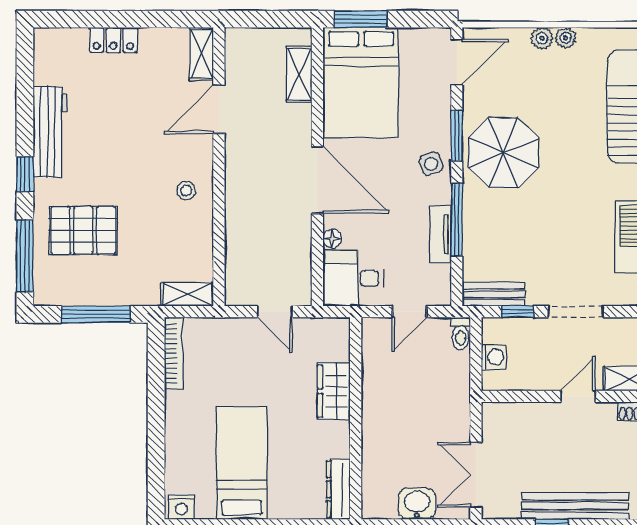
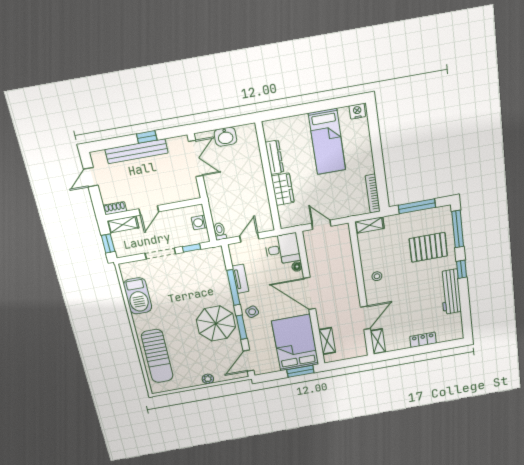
plant: (566, 38) -> (196, 381), removed
bench: (494, 294) -> (206, 254), removed
dresser: (338, 489) -> (274, 157), moved

